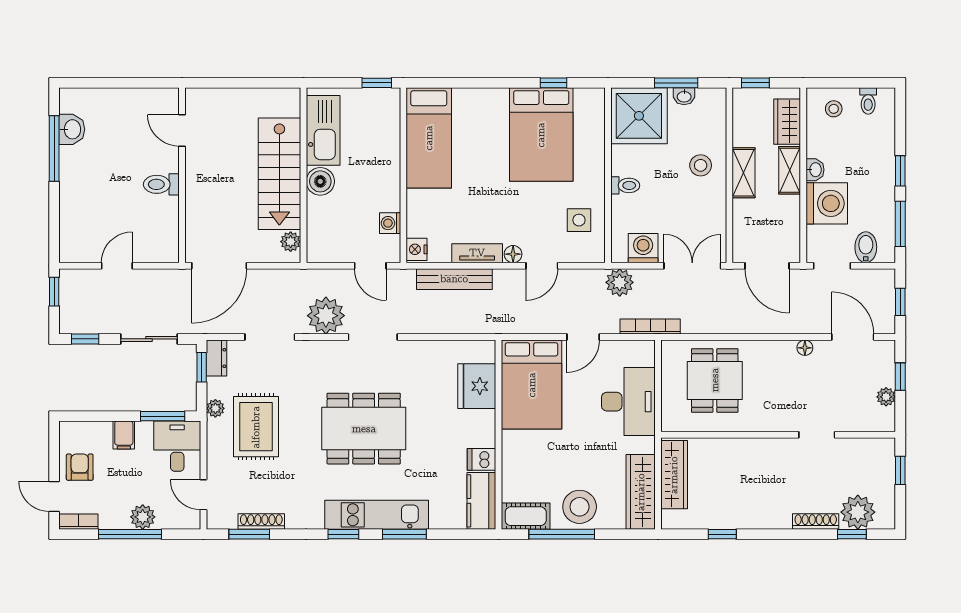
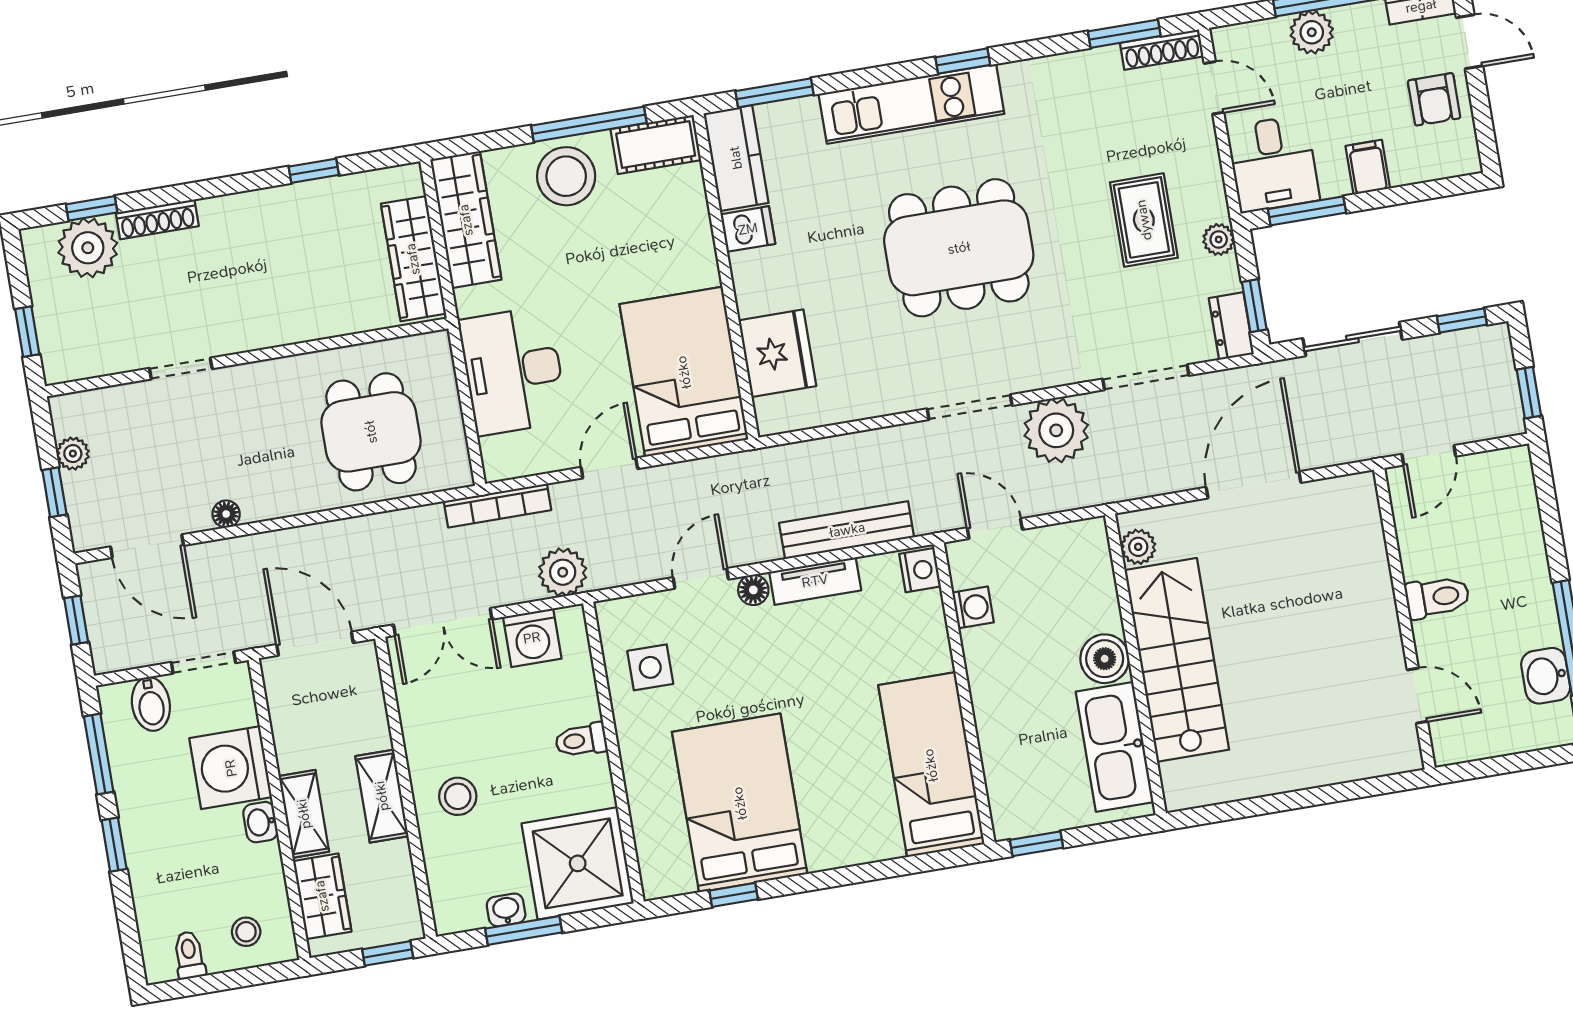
door: (182, 130) -> (1417, 696), moved
wall: (182, 175) -> (1404, 619), moved
toilet: (161, 184) -> (1437, 597), moved
rug: (256, 427) -> (1144, 220), width x0.73, depth x0.70
shoe rack: (261, 522) -> (1162, 50), moved
window: (404, 534) -> (775, 93), moved

